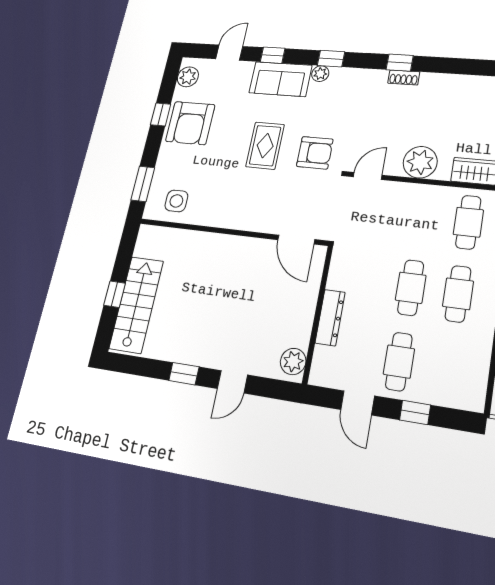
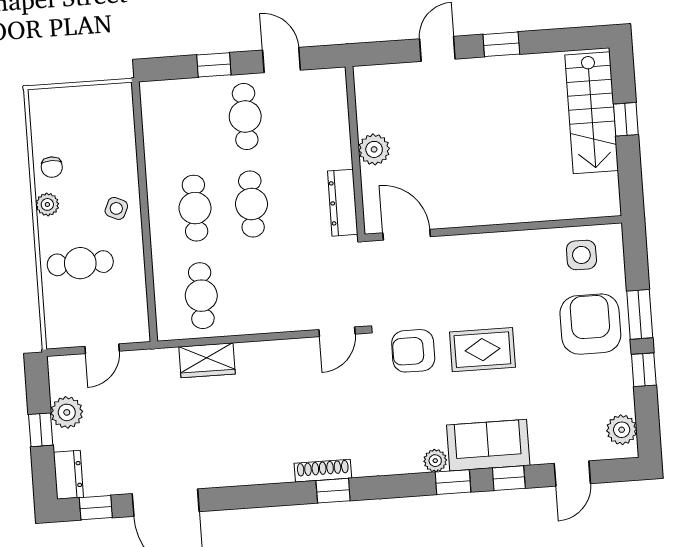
window: (331, 59) -> (453, 482), moved
shoe rack: (404, 78) -> (323, 471), width x1.43
armchair: (190, 123) -> (590, 324), moved
rug: (265, 146) -> (482, 350), turned 90
plant: (420, 162) -> (276, 361), removed
window: (143, 184) -> (640, 314), moved
dresser: (330, 318) -> (343, 203), moved
plant: (293, 361) -> (374, 149), moved

